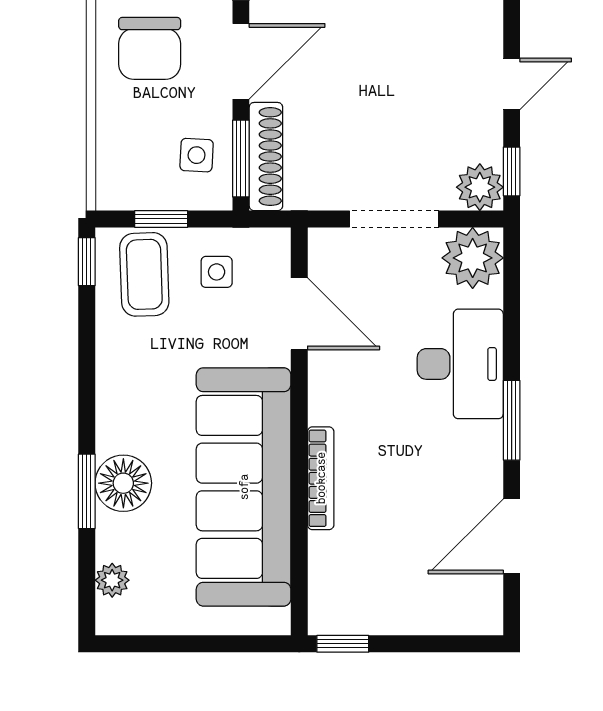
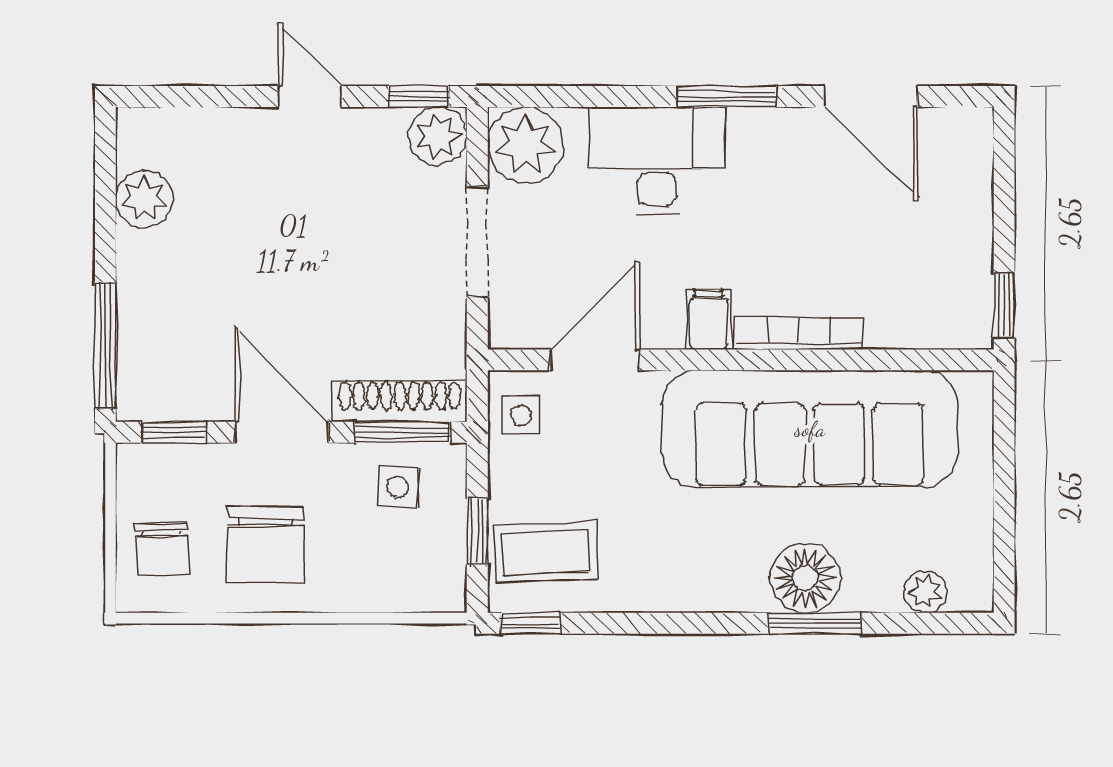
chair: (150, 48) -> (266, 545), turned 90
side table: (217, 272) -> (521, 415), moved
filing cabinet: (332, 406) -> (709, 320), added

